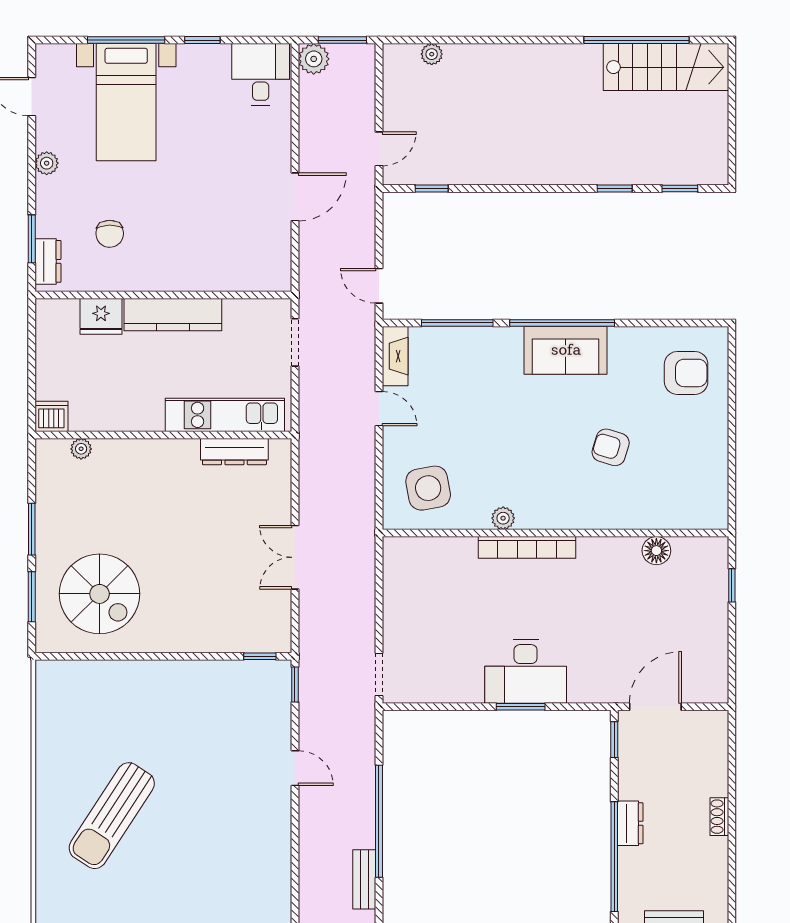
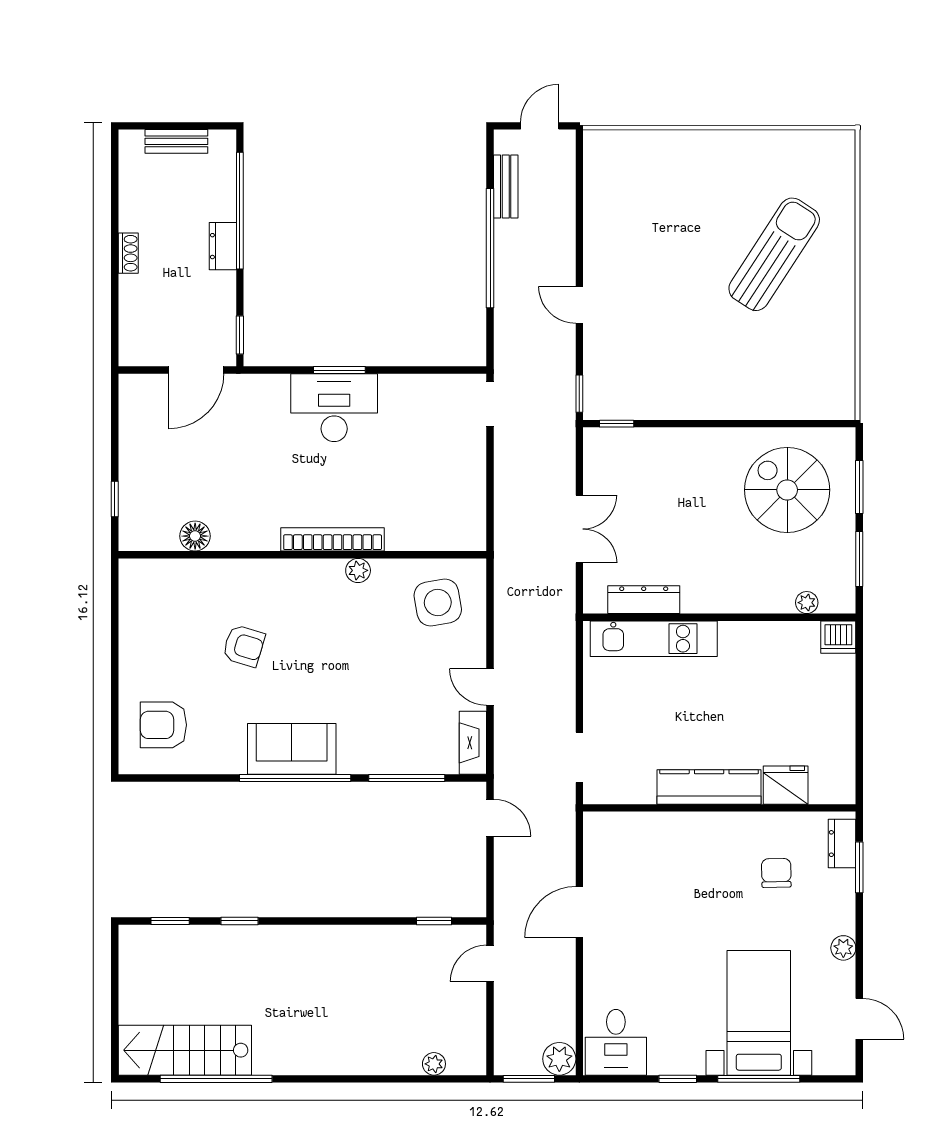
kitchen unit: (225, 415) -> (654, 639), moved
dishwasher: (51, 416) -> (838, 637), moved
wall: (163, 435) -> (719, 617), moved
plant: (81, 449) -> (807, 603), moved
dresser: (234, 452) -> (644, 600), moved

